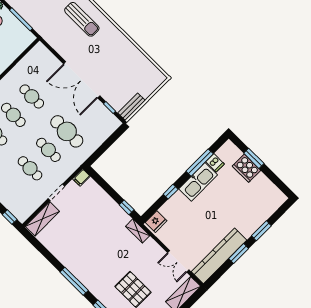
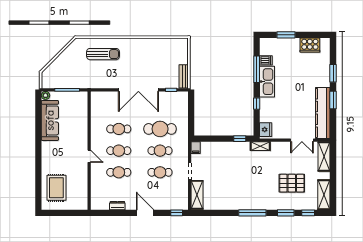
cooker: (247, 168) -> (310, 45), moved

